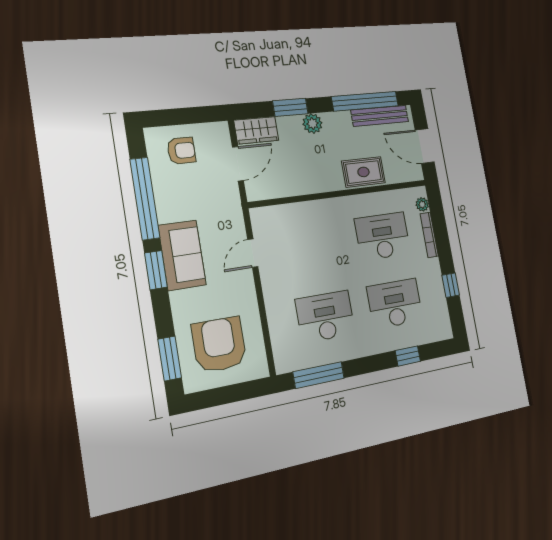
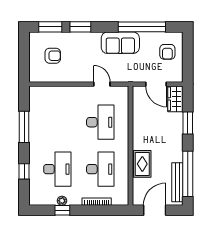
plant: (312, 123) -> (176, 136), removed
plant: (422, 204) -> (62, 201), moved
sofa: (182, 255) -> (120, 43), moved
window: (156, 270) -> (80, 27), moved
desk: (325, 317) -> (100, 122), moved
armchair: (219, 345) -> (53, 56), width x0.53, depth x0.53
window: (319, 375) -> (24, 127), moved

